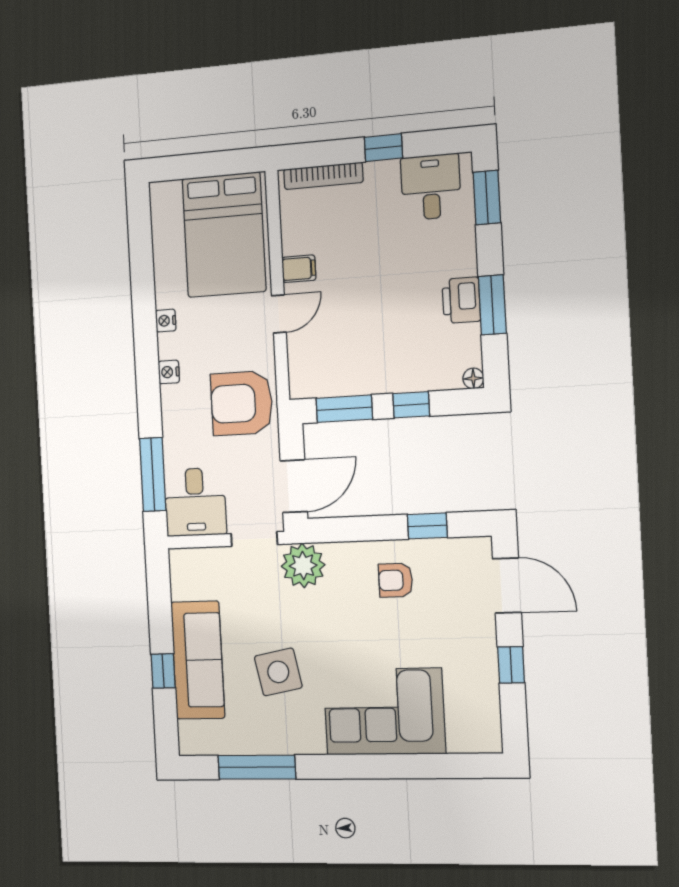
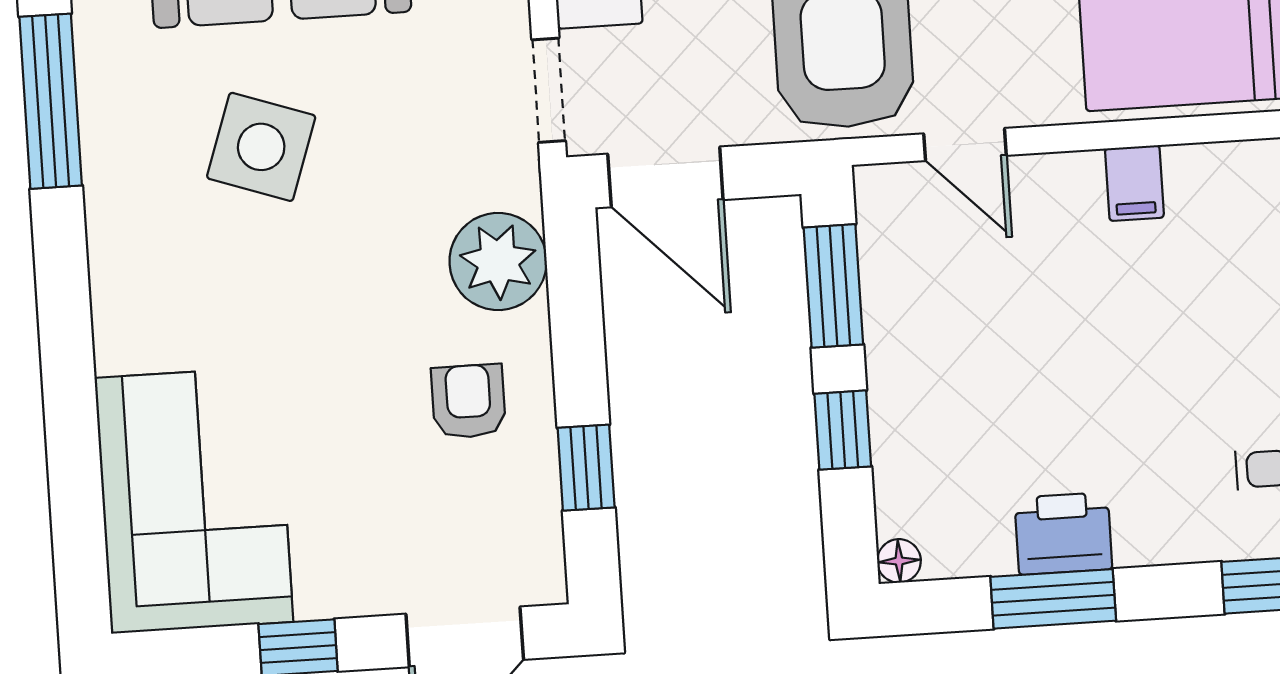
door: (279, 314) -> (965, 145), moved
plant: (303, 566) -> (498, 261), moved
side table: (278, 672) -> (261, 147), turned 30
corner sofa: (384, 712) -> (194, 500), moved

